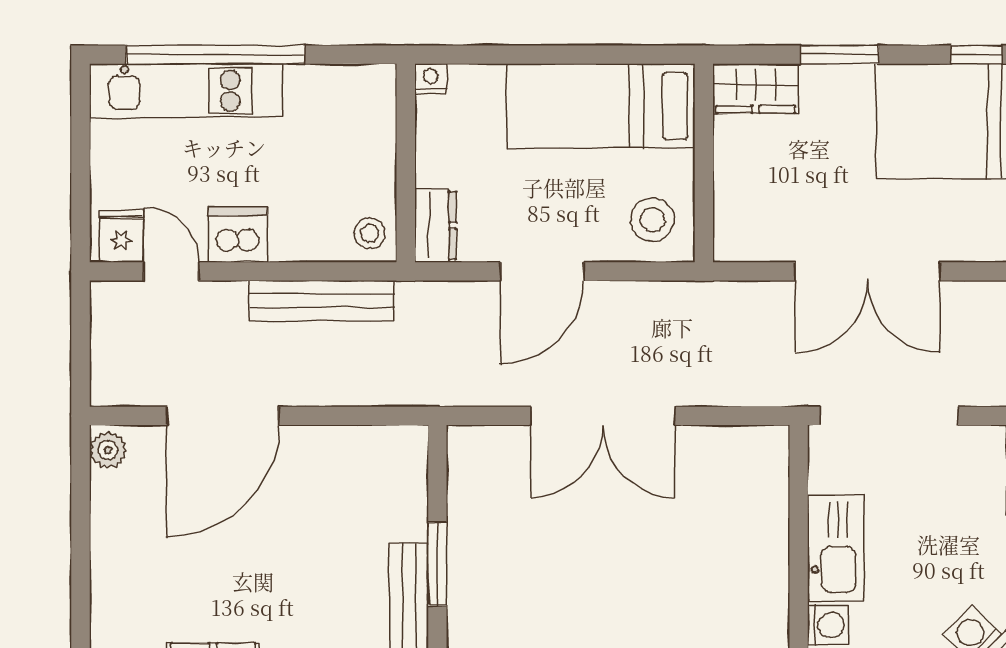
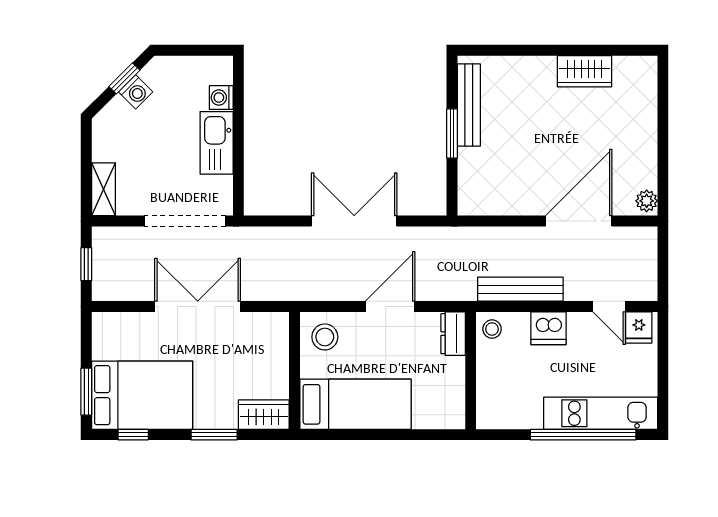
nightstand: (431, 79) -> (456, 420), removed
dishwasher: (238, 235) -> (548, 328), moved

